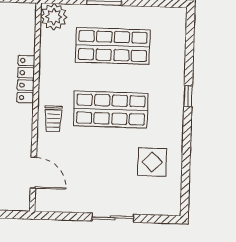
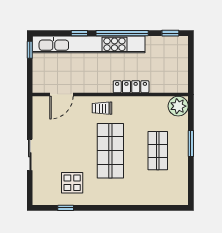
shop shelf: (113, 46) -> (158, 151), width x0.70, depth x0.74
window: (188, 96) -> (66, 208), moved

